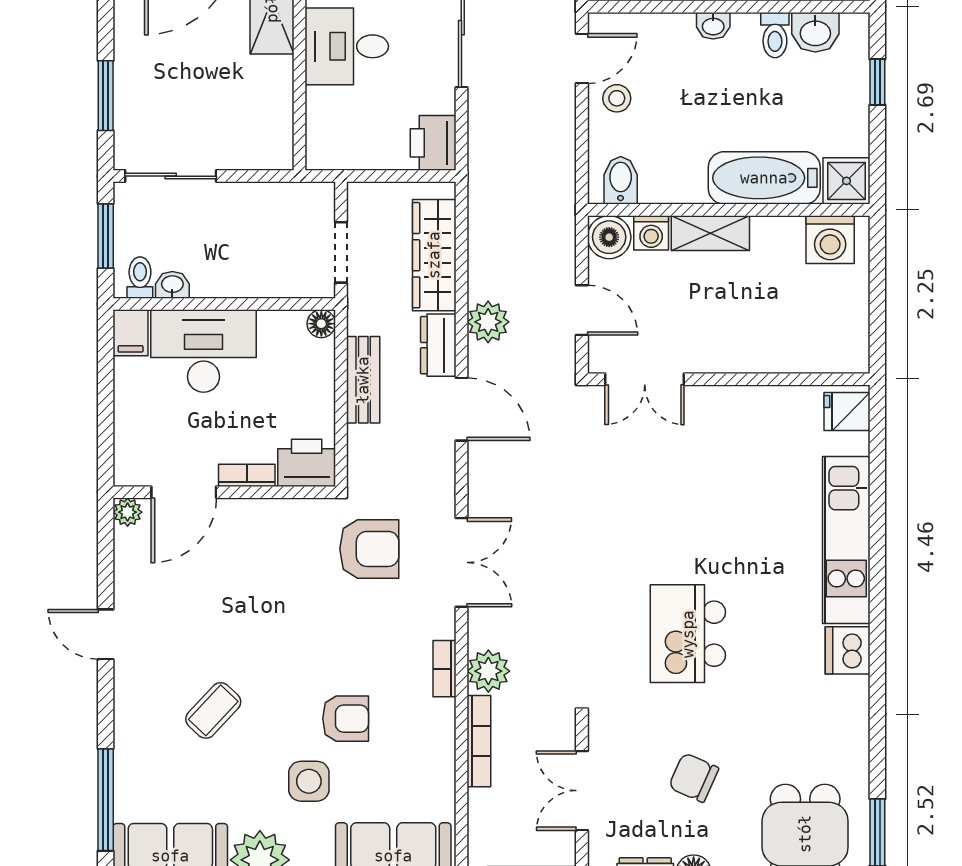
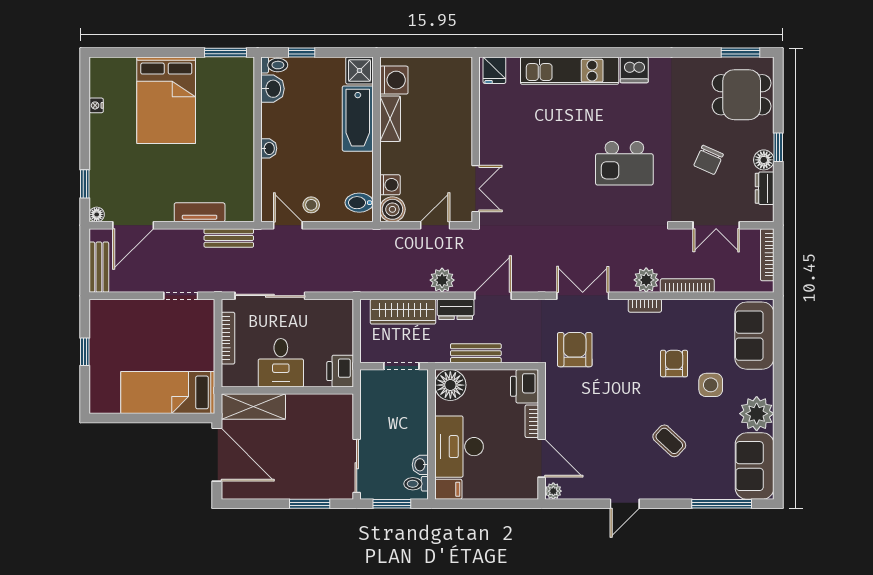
toilet: (775, 35) -> (274, 65), moved
printer: (433, 143) -> (340, 371), moved, turned 90
shelving: (710, 233) -> (390, 119), moved
floor lamp: (321, 324) -> (450, 385), width x1.89, depth x1.89

